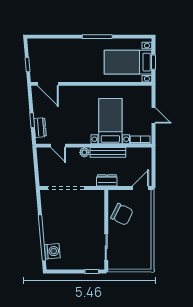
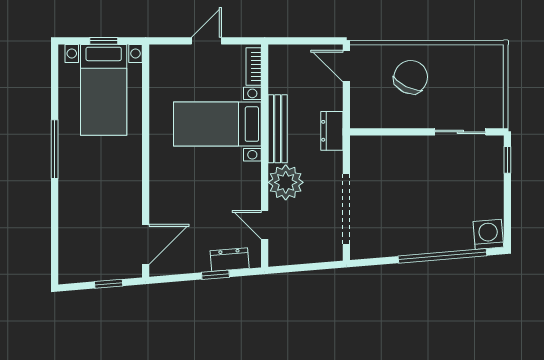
door: (58, 146) -> (265, 225), swing flipped
plant: (84, 152) -> (286, 182), width x1.88, depth x1.88
chair: (122, 214) -> (411, 77), moved
washing machine: (52, 251) -> (488, 234), moved

